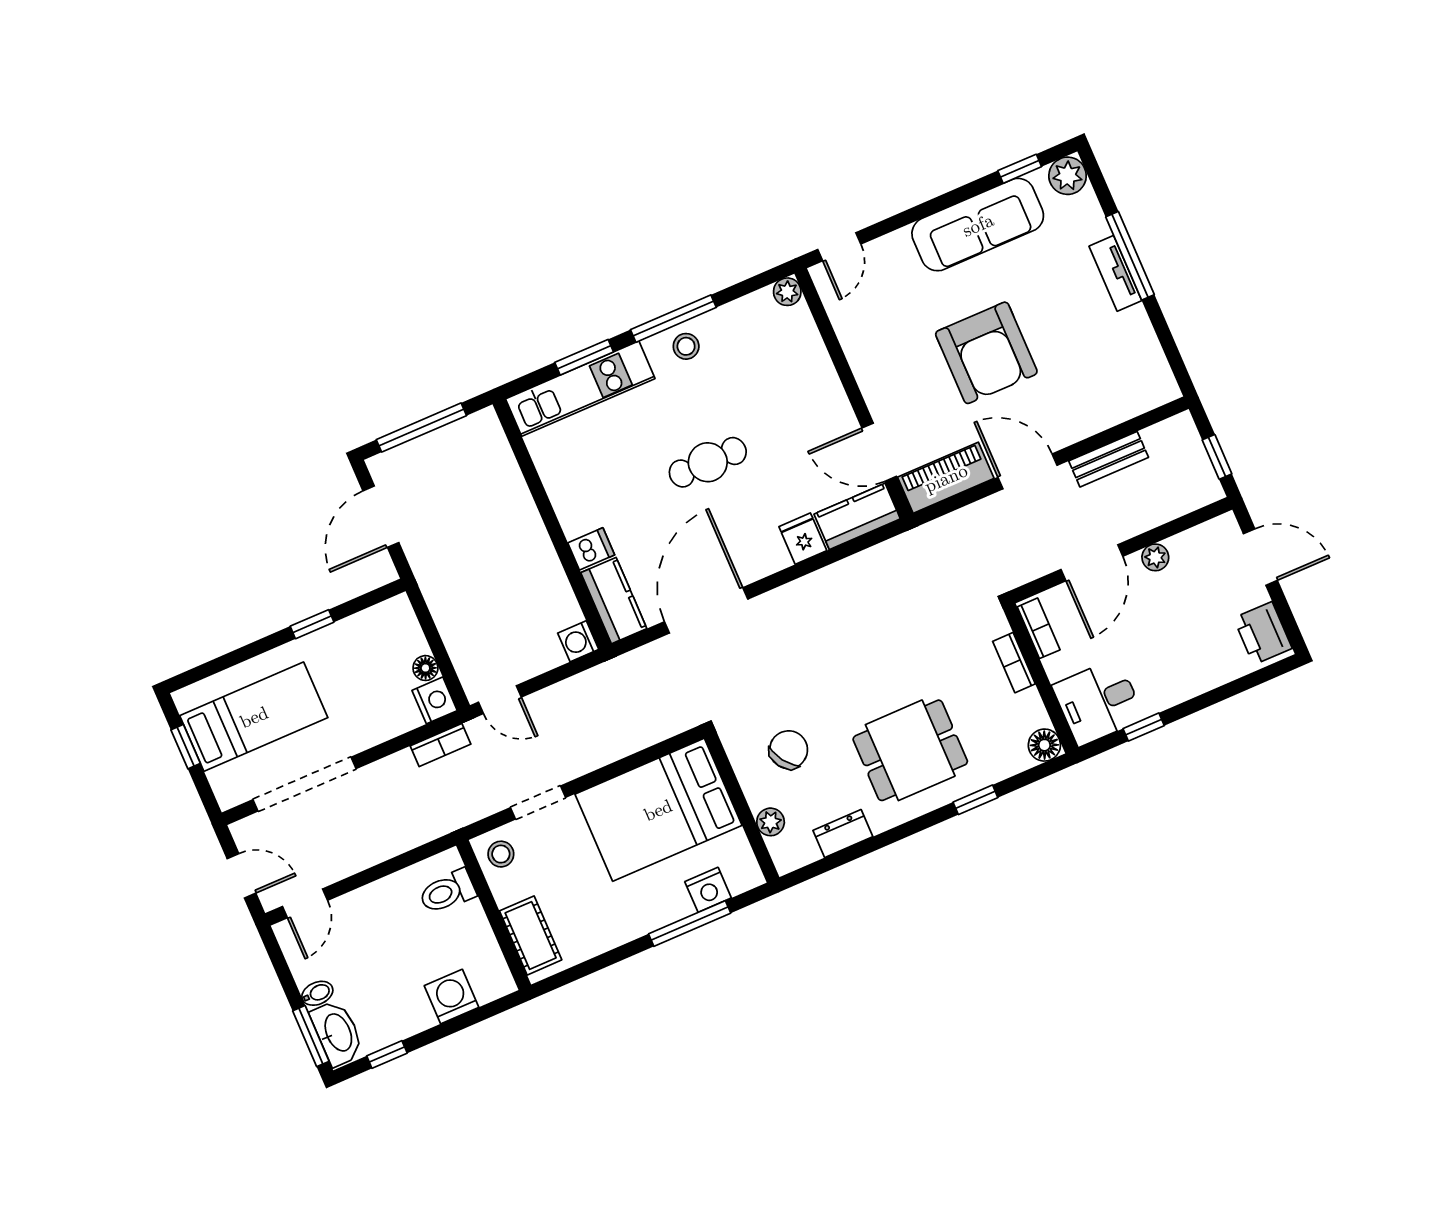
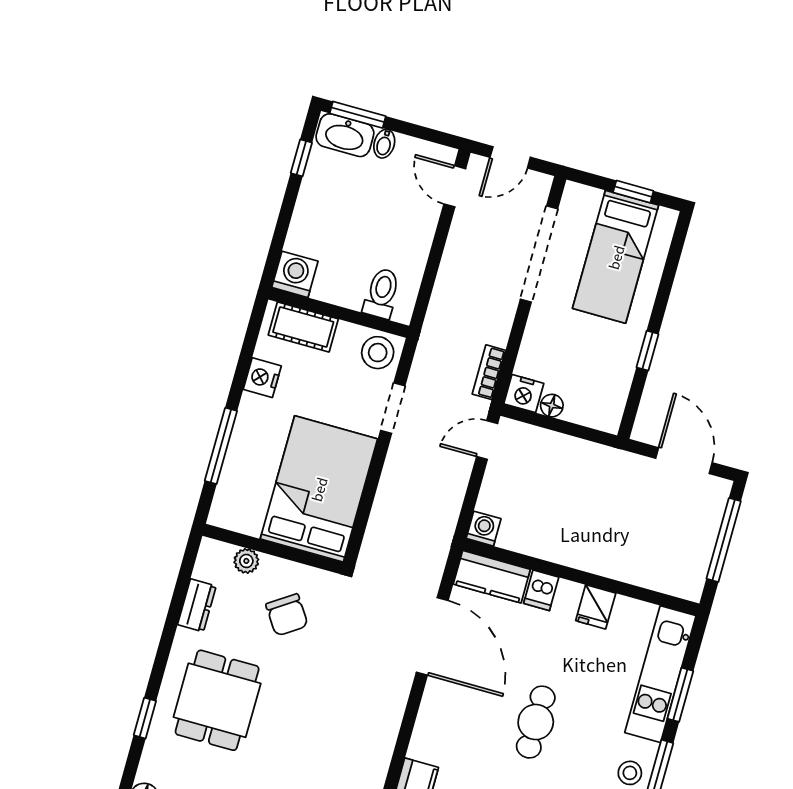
fridge: (803, 539) -> (596, 607), moved, turned 90
stool: (501, 854) -> (378, 353), width x1.37, depth x1.37
nightstand: (708, 890) -> (262, 378), moved
washing machine: (451, 996) -> (295, 274), moved, turned -90

